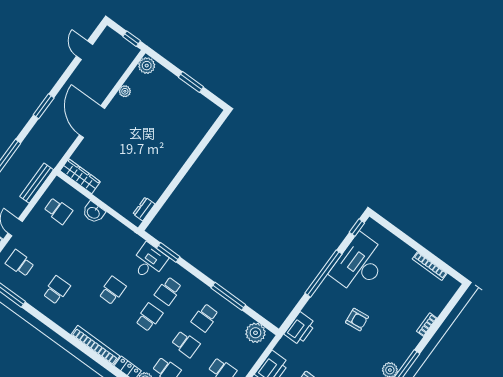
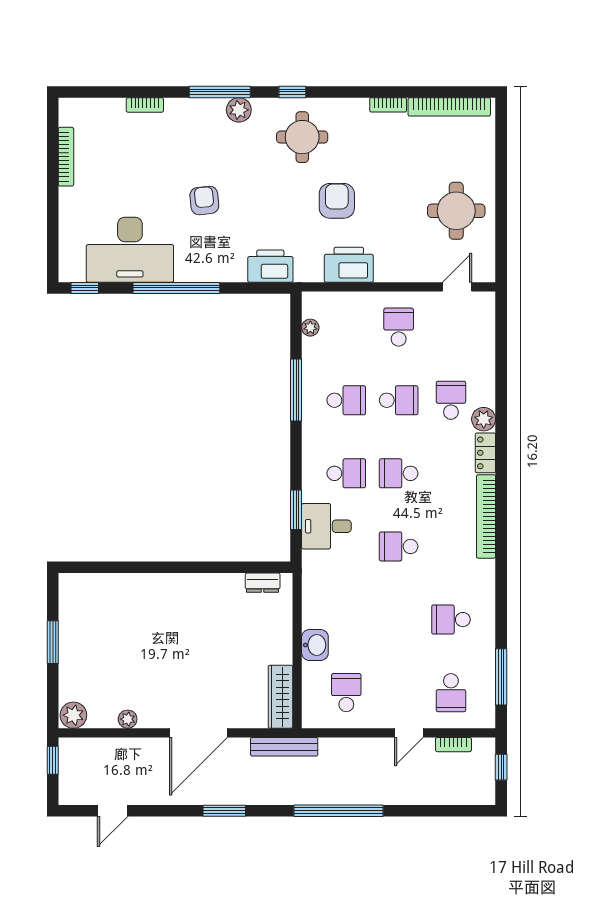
bench: (37, 183) -> (284, 747), moved
plant: (256, 333) -> (310, 328), width x0.53, depth x0.53
school desk: (186, 344) -> (399, 400), turned 90

